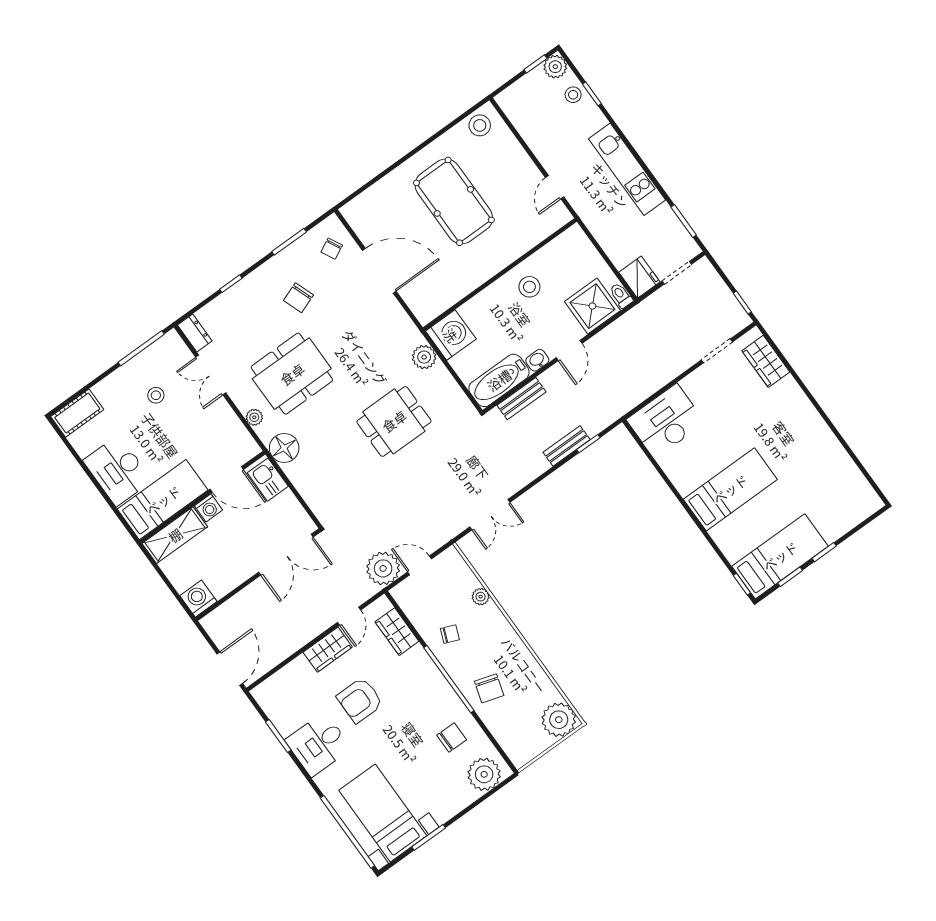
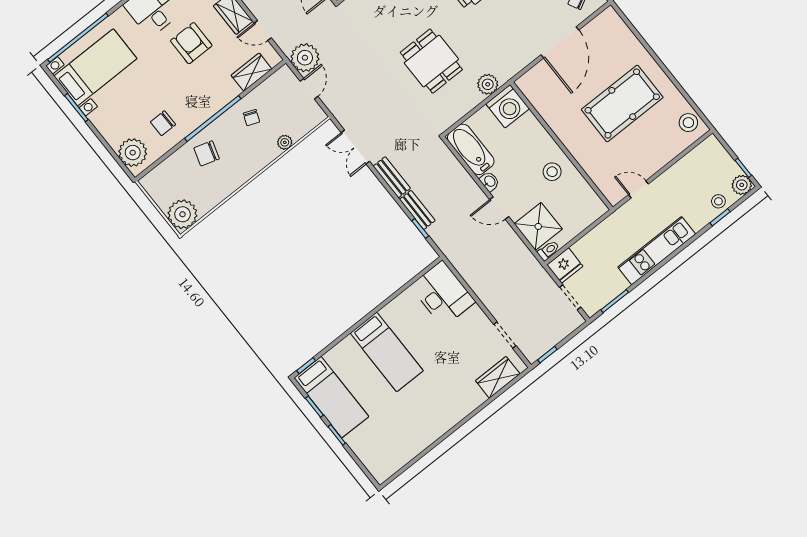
bench: (522, 399) -> (392, 177), moved
chair: (452, 737) -> (163, 123), turned 90

